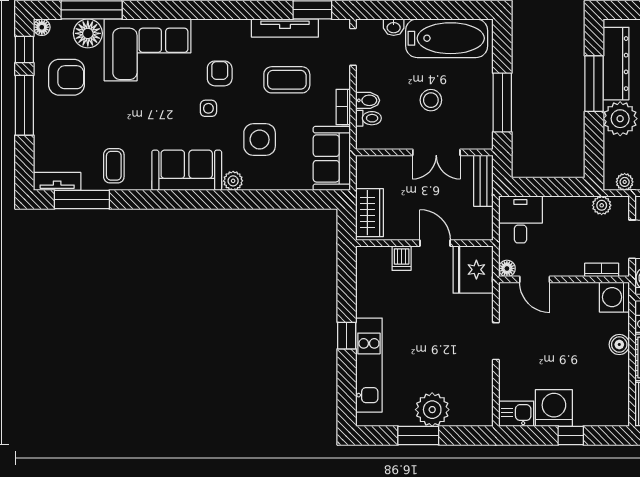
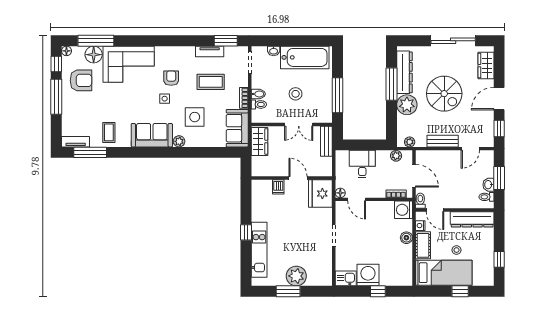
tv unit: (285, 28) -> (210, 51), width x0.71
wardrobe: (370, 213) -> (259, 141), moved
desk: (520, 219) -> (362, 164), moved

